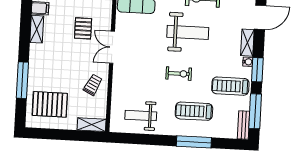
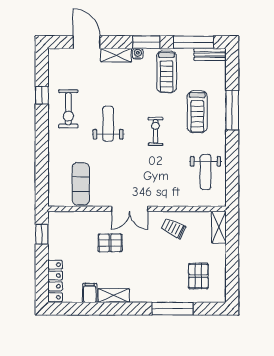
weight bench: (188, 32) -> (108, 124), width x0.73, depth x0.75
pallet: (50, 104) -> (198, 276), width x0.67, depth x0.71

